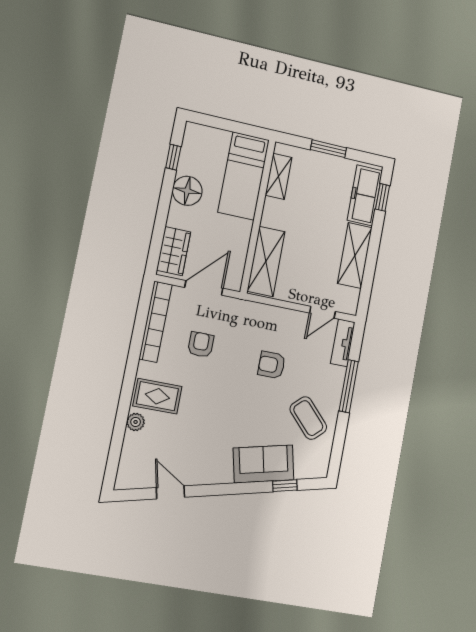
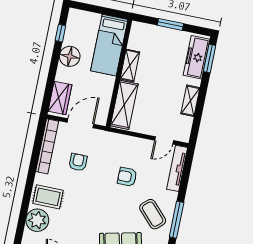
shelving: (279, 176) -> (130, 65), moved
window: (383, 197) -> (210, 58), width x1.50
shelving: (355, 255) -> (190, 101), width x0.67, depth x0.75
tv unit: (343, 343) -> (177, 168), width x1.41
window: (349, 386) -> (177, 220), moved
plant: (136, 422) -> (37, 220), width x1.88, depth x1.88

